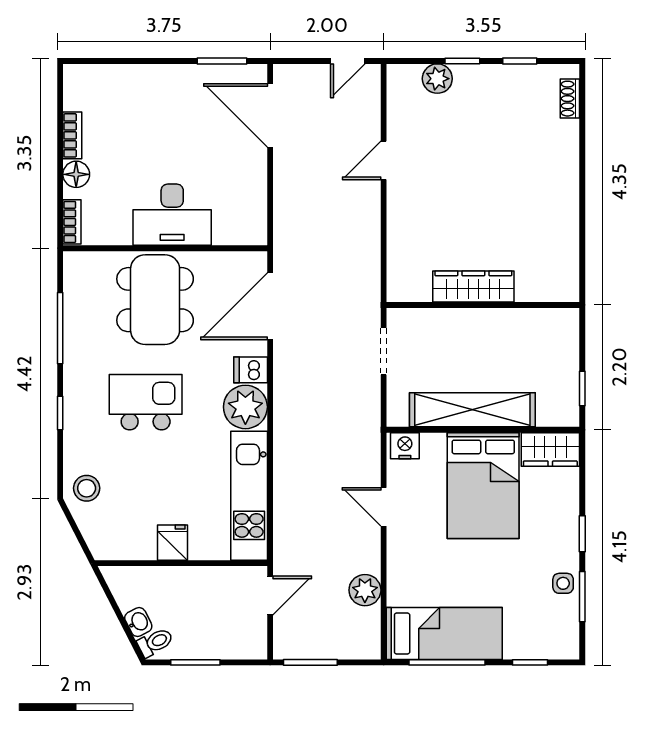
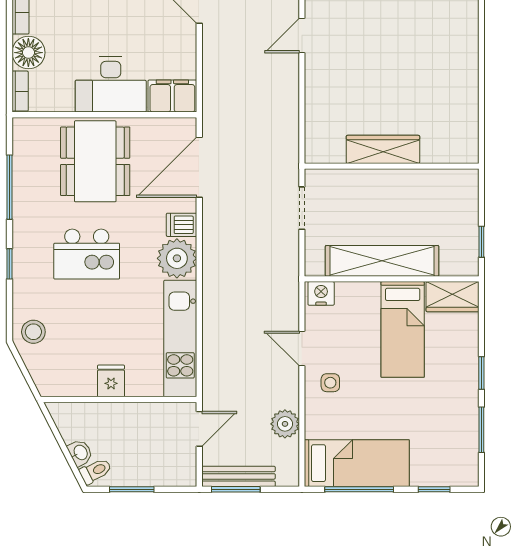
floor lamp: (76, 174) -> (28, 53), width x1.38, depth x1.38
filing cabinet: (240, 227) -> (172, 96), added
kitchen island: (146, 402) -> (87, 254), turned 180
bed: (483, 486) -> (403, 329), width x0.67
side table: (563, 583) -> (330, 383), moved
bench: (313, 648) -> (238, 476), added

